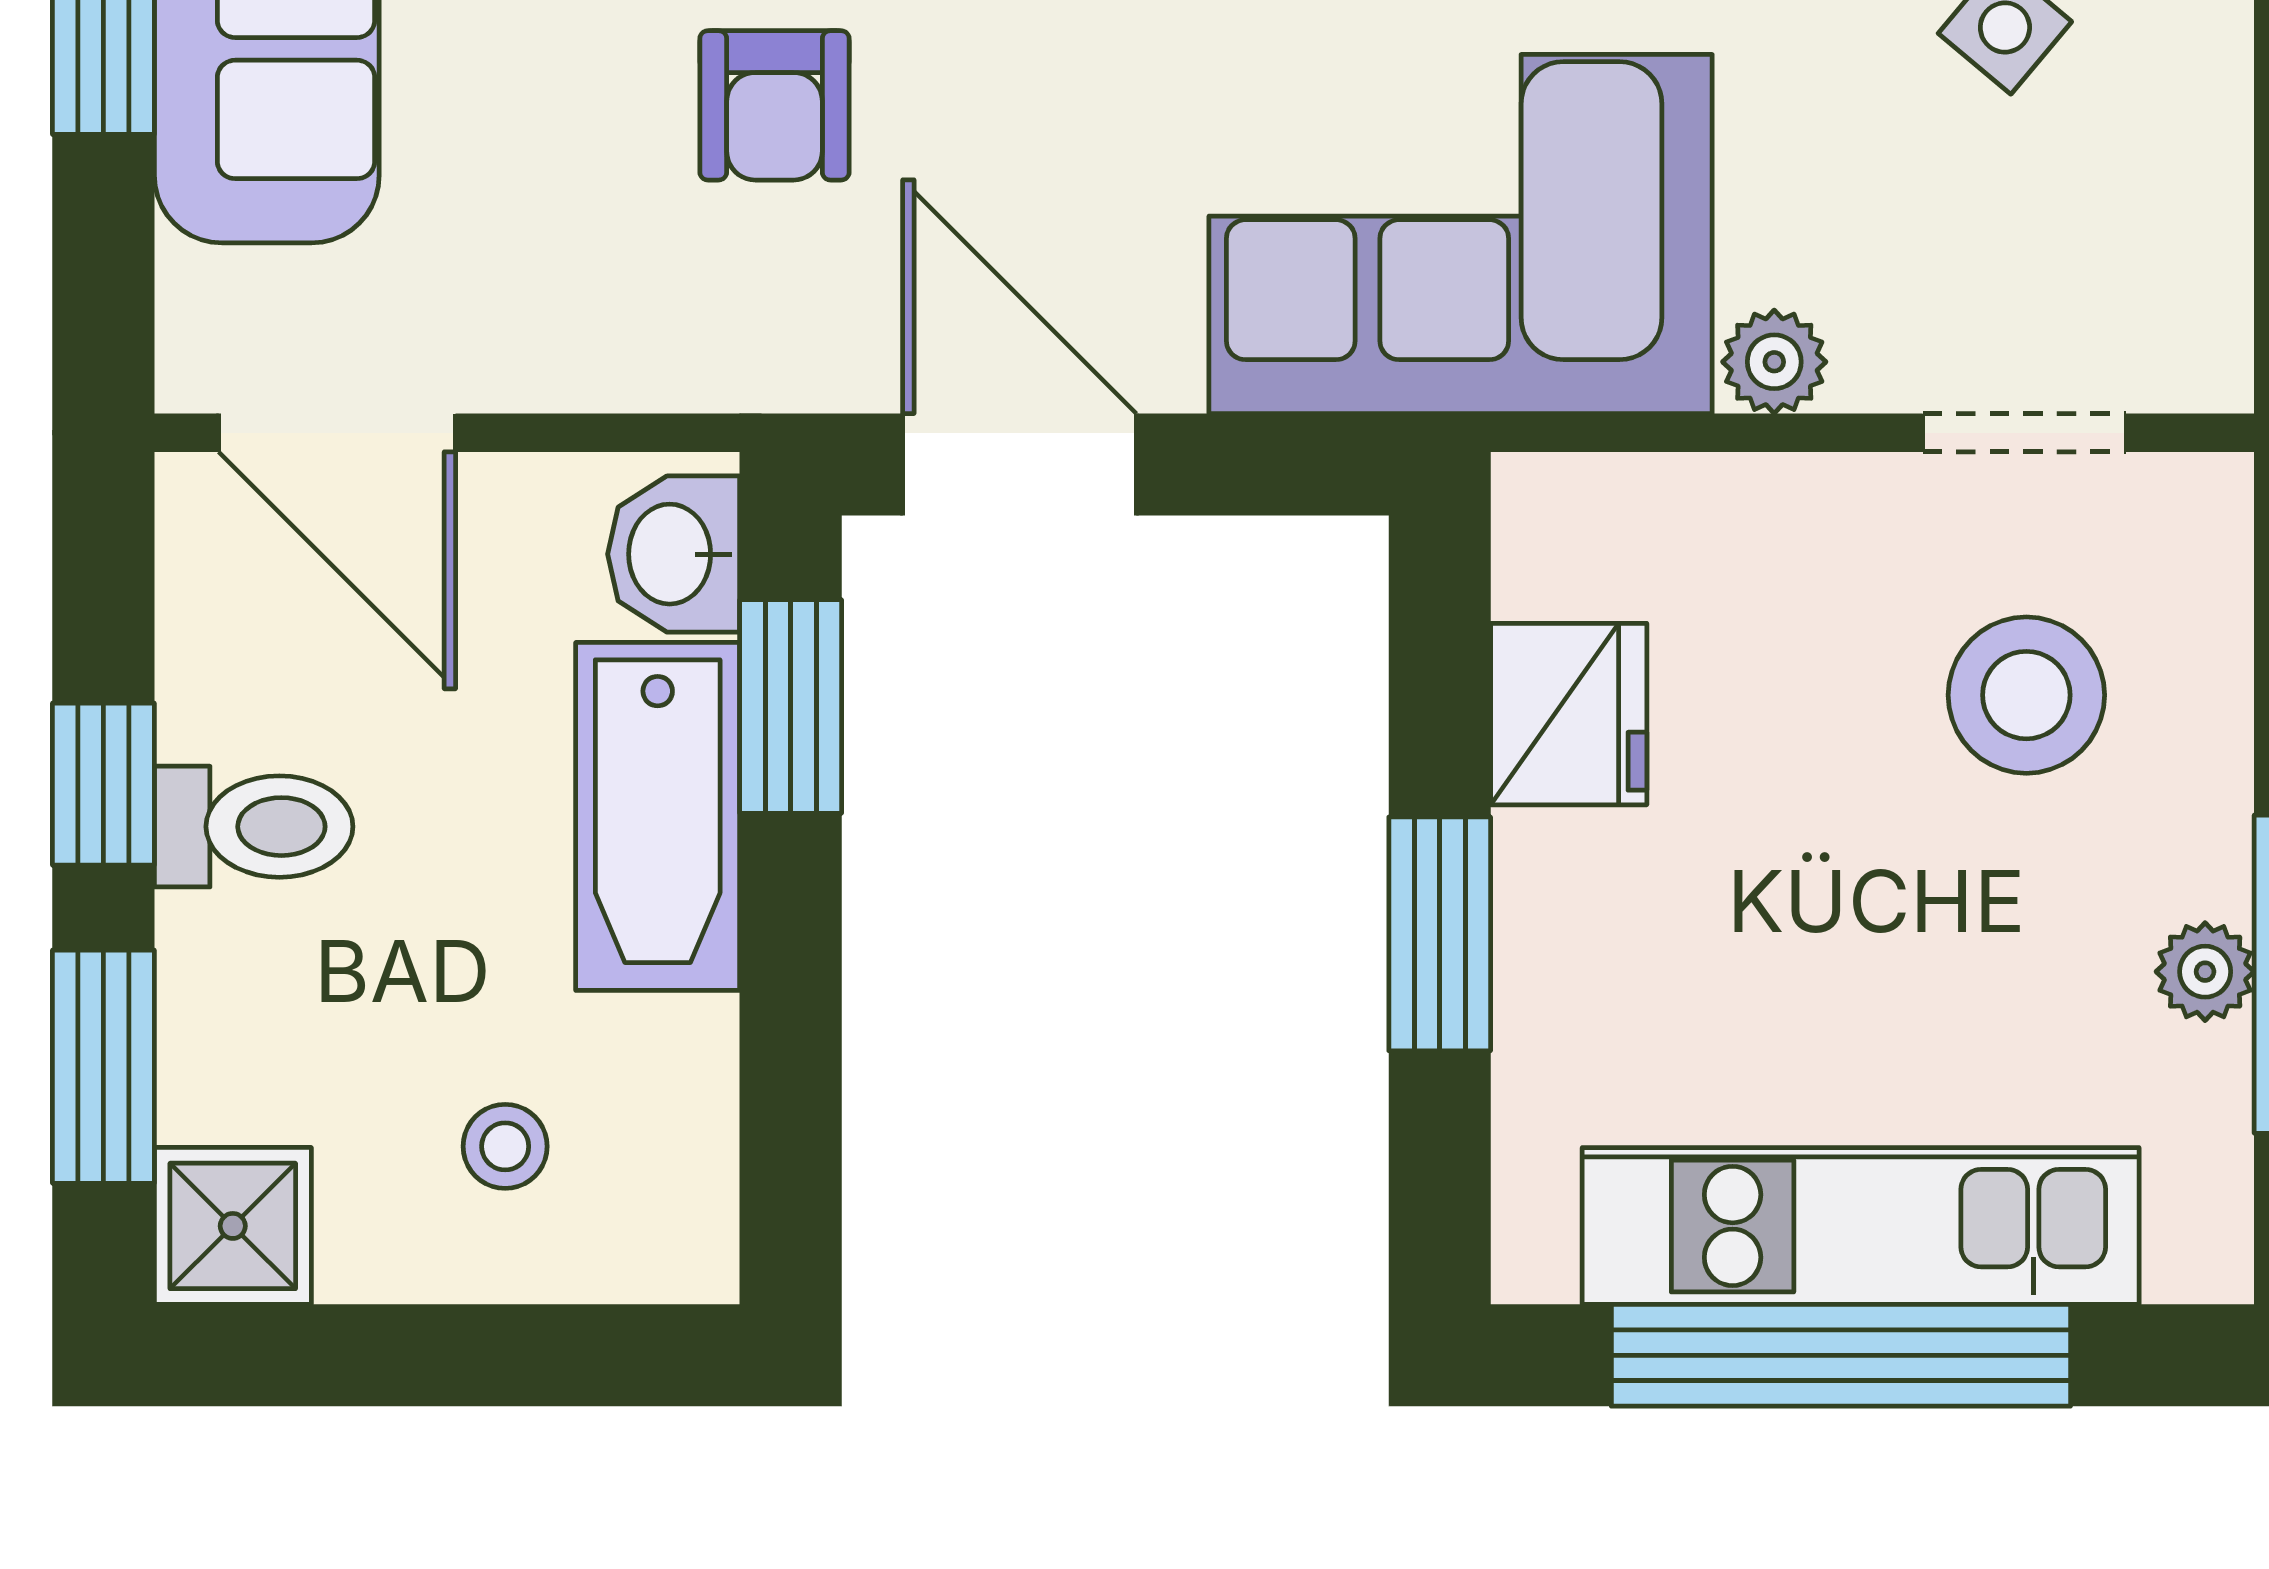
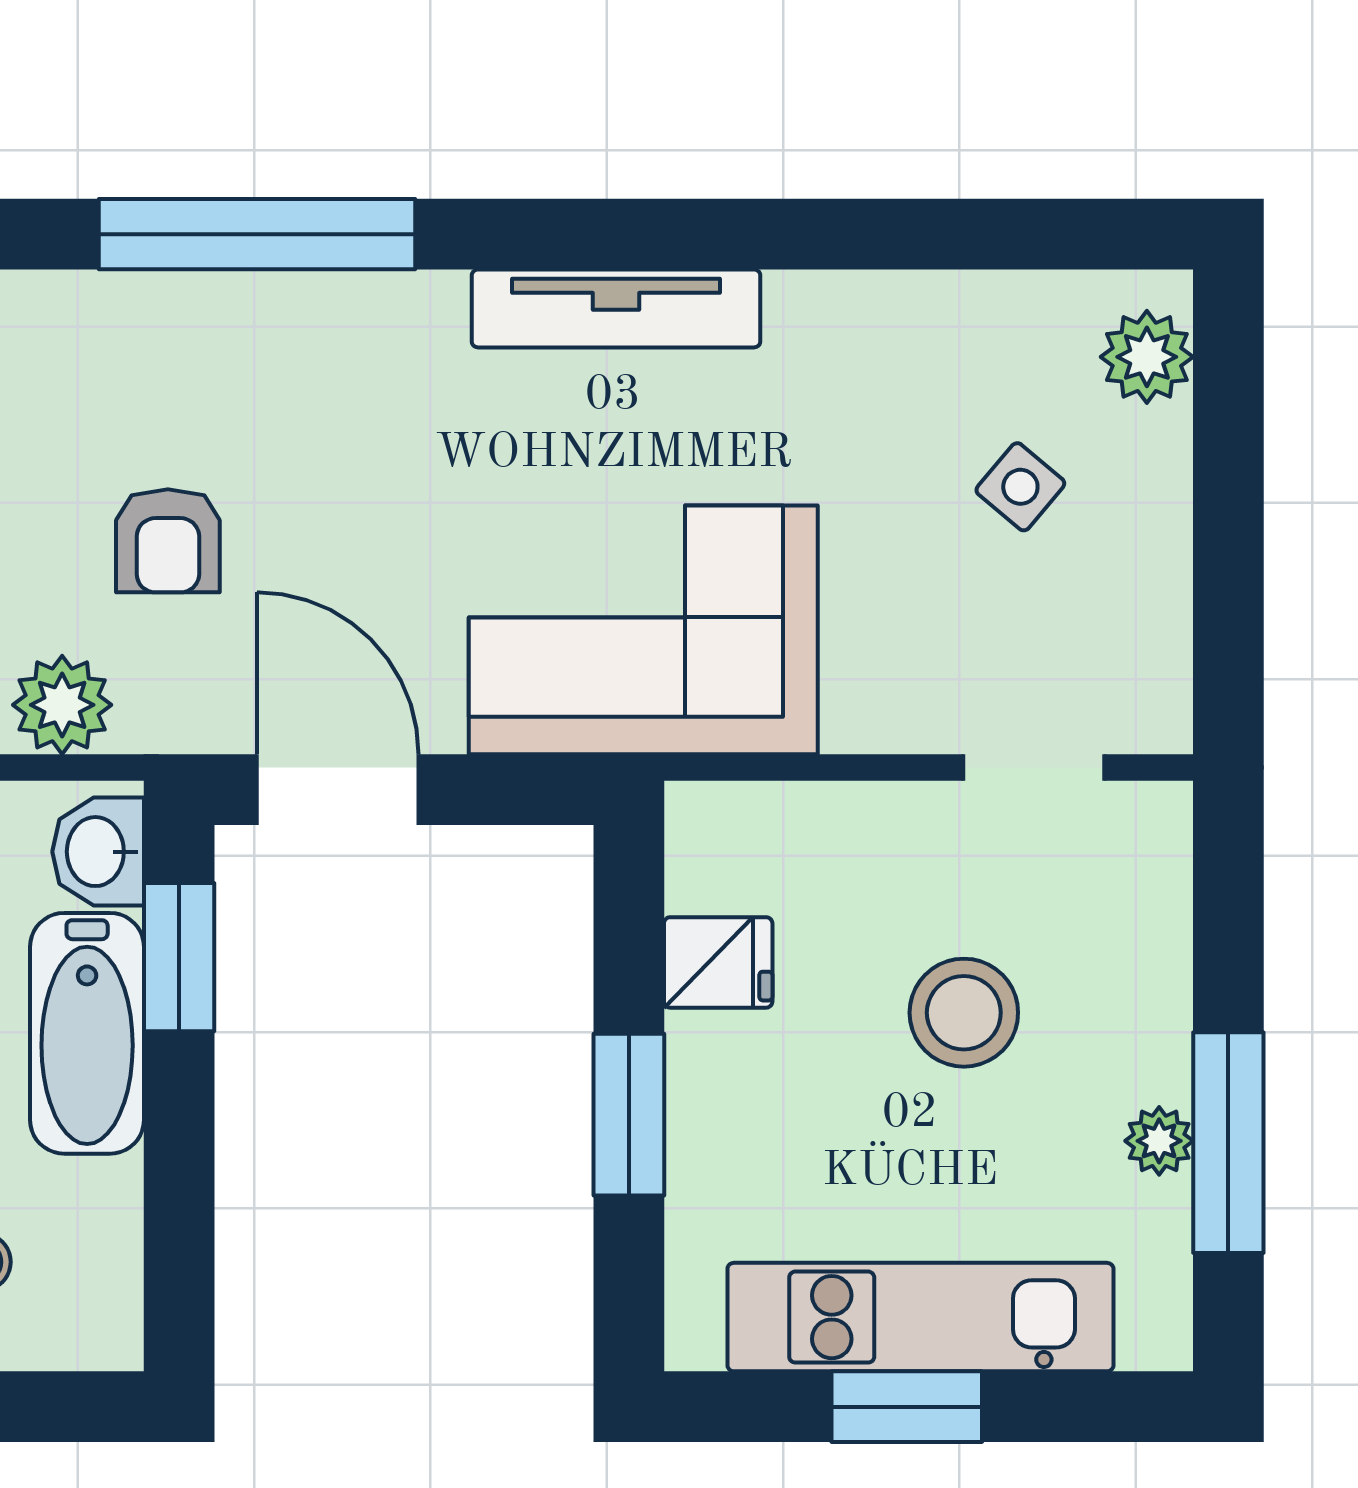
plant: (1774, 362) -> (62, 705), moved, width x1.38, depth x1.38
stool: (2026, 695) -> (964, 1013), moved
fridge: (1569, 714) -> (718, 962), width x0.72
window: (1841, 1355) -> (907, 1407), width x0.47

